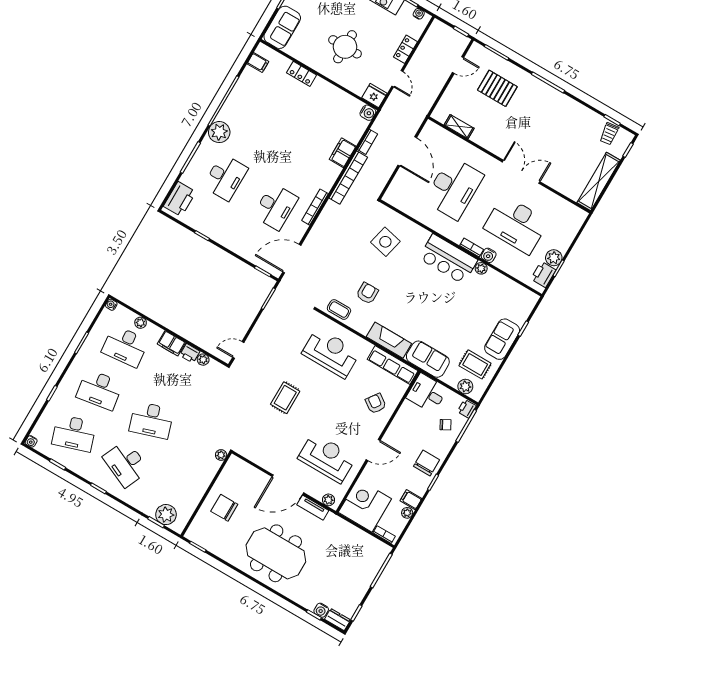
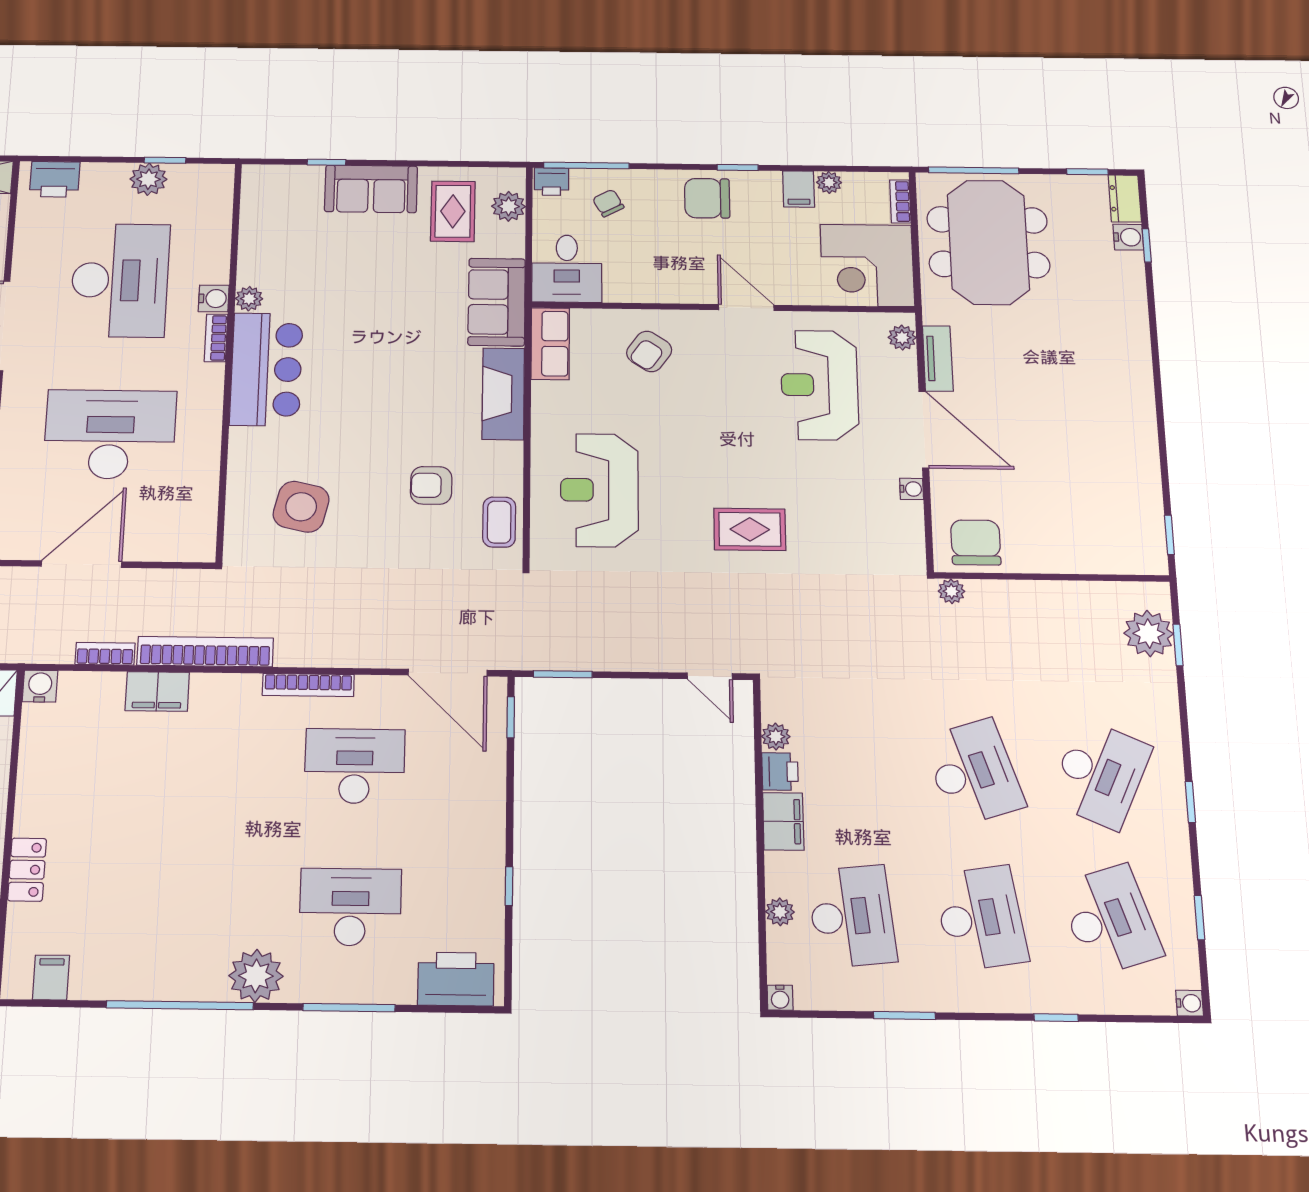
printer: (543, 274) -> (55, 179), moved
row of seats: (393, 365) -> (550, 344), width x0.68
water cooler: (268, 466) -> (912, 489), added
chair: (224, 508) -> (976, 542), moved, turned 180
meeting table: (276, 553) -> (988, 242), moved

